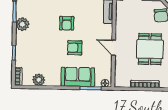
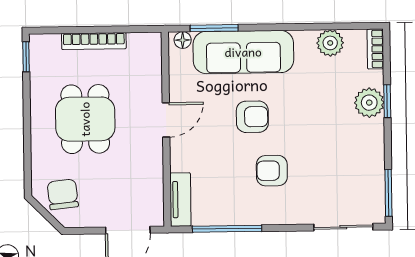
armchair: (67, 23) -> (272, 171), turned -90
plant: (22, 24) -> (369, 103), moved
door: (114, 48) -> (166, 120), hinge flipped
sofa: (78, 77) -> (243, 52), width x1.36

